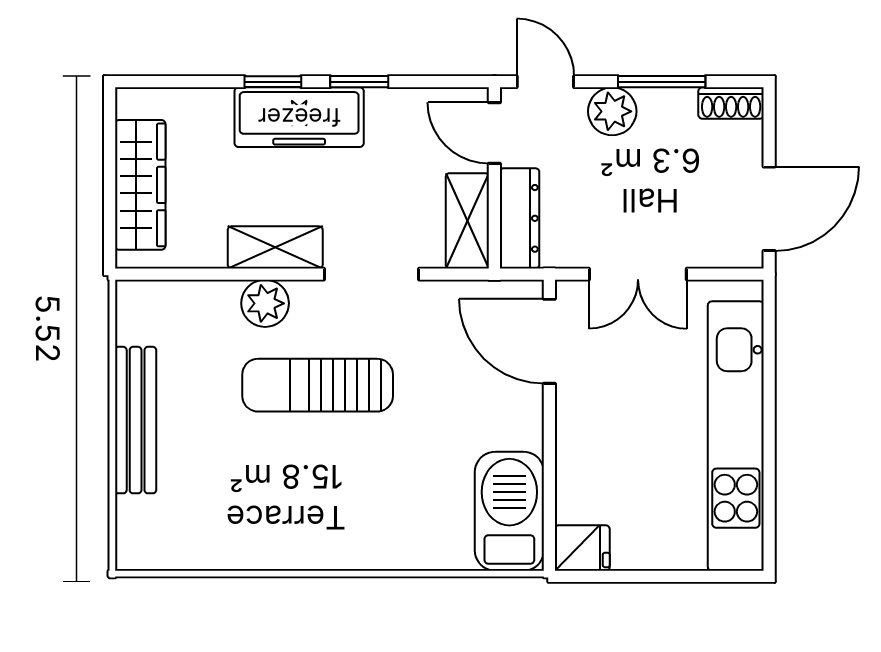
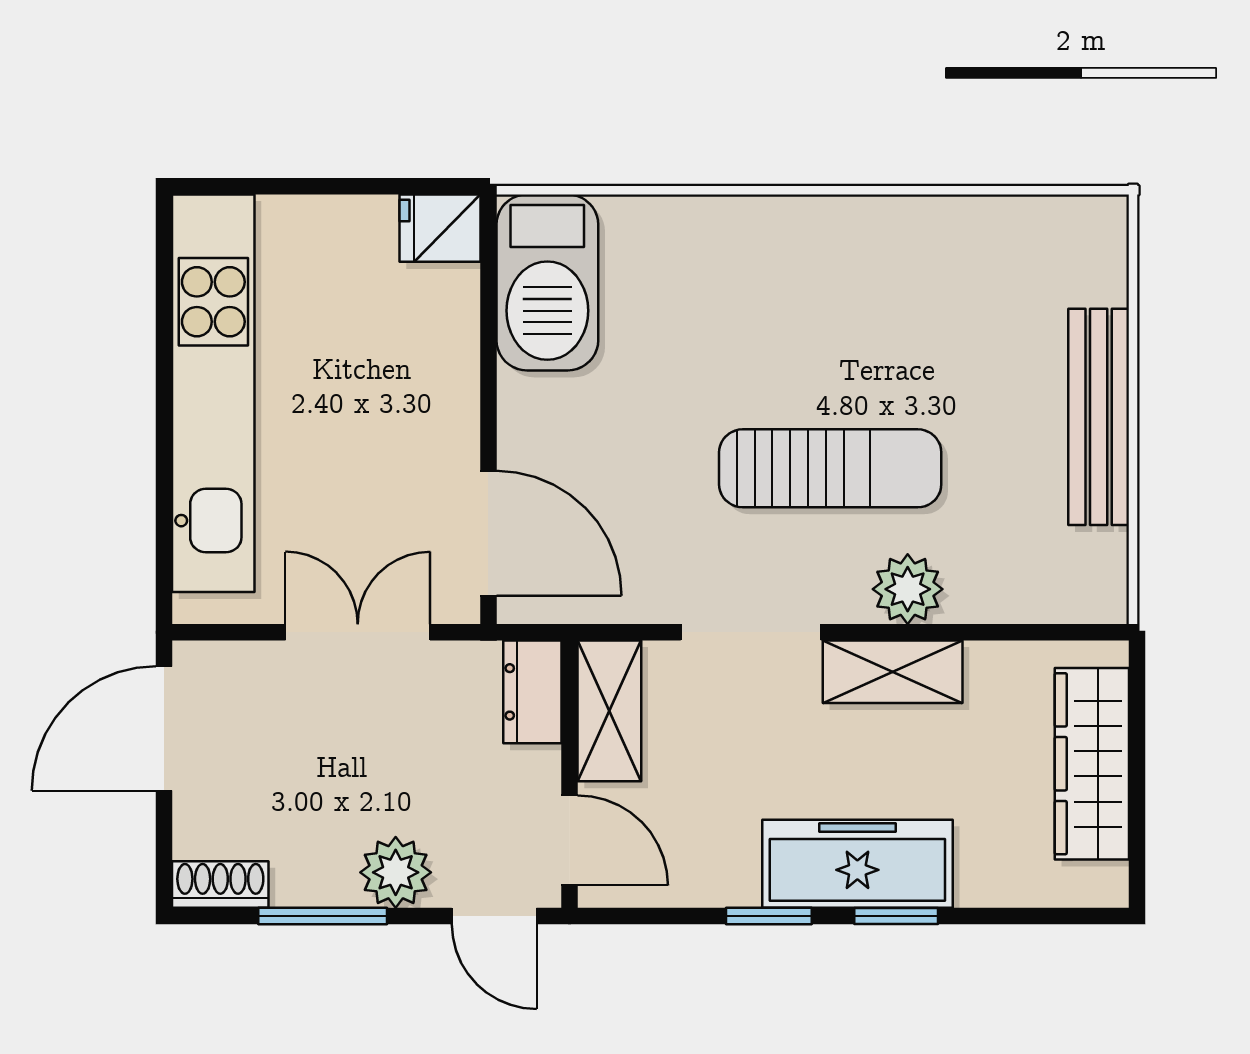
dresser: (520, 218) -> (532, 692), width x0.70

